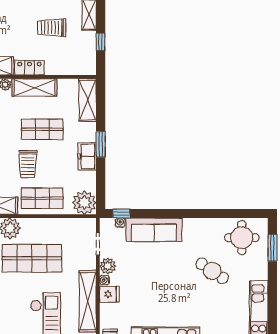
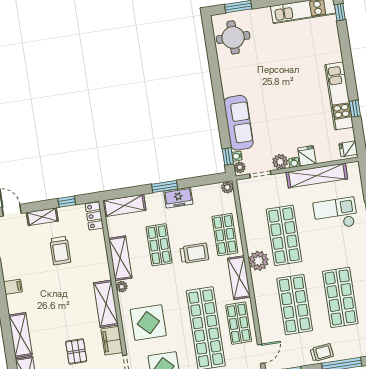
locker: (29, 68) -> (94, 216), moved
plant: (84, 203) -> (227, 187), width x0.53, depth x0.53
plant: (108, 224) -> (240, 167), added
cafe table: (212, 271) -> (269, 61), removed

